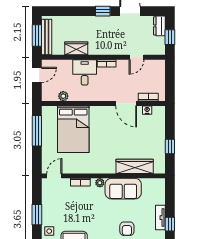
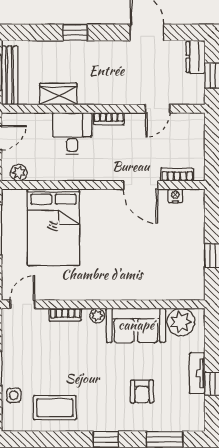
window: (103, 11) -> (75, 32), moved
plant: (63, 96) -> (19, 173), moved
wardrobe: (135, 166) -> (155, 289), removed
plant: (151, 187) -> (181, 322), added

